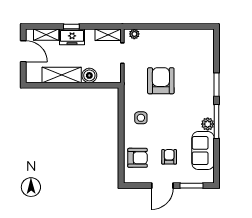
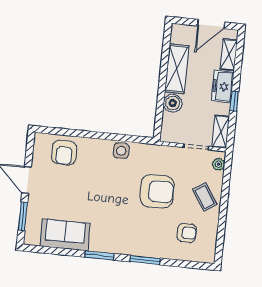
window: (71, 27) -> (234, 101), moved
coffee table: (161, 42) -> (205, 197), added
side table: (141, 118) -> (121, 151), moved
window: (217, 121) -> (99, 255), width x0.69
plant: (208, 124) -> (97, 244), removed
armchair: (169, 157) -> (187, 233), moved

